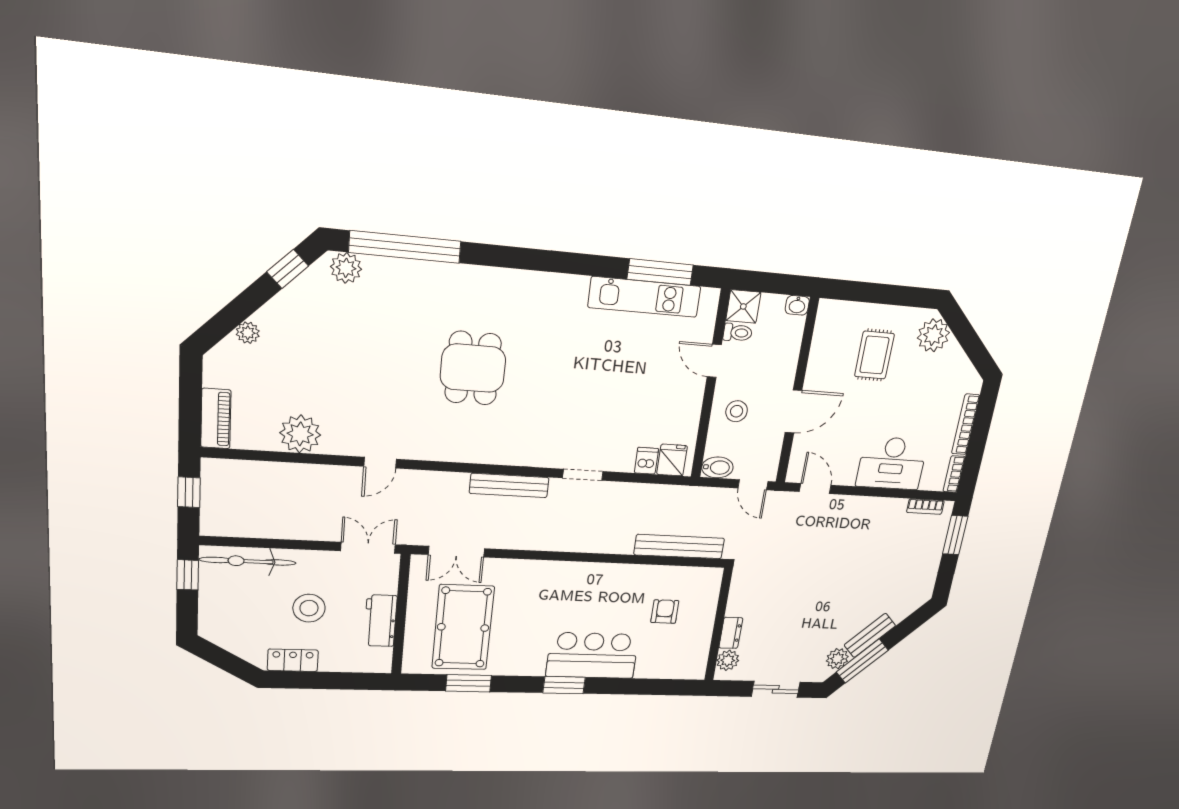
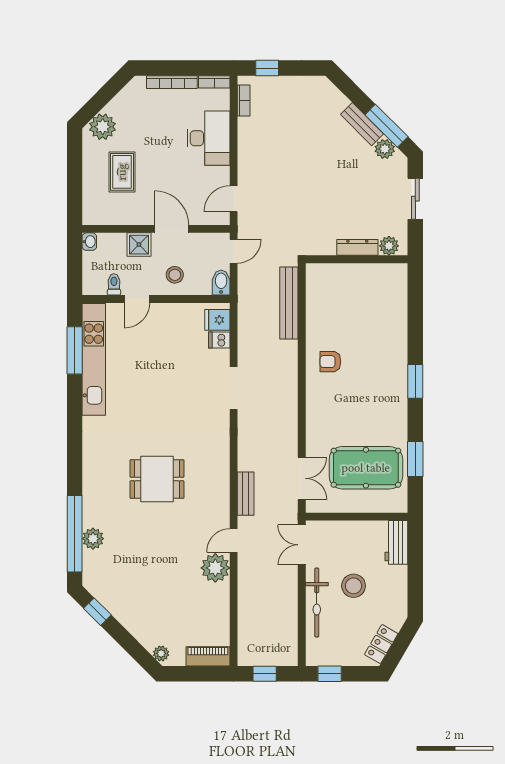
plant: (346, 268) -> (93, 539), moved
kitchen unit: (644, 297) -> (94, 359), width x1.36
shower: (743, 306) -> (139, 245), moved
plant: (248, 333) -> (161, 653), moved
rug: (874, 355) -> (122, 172), turned 90
plant: (300, 434) -> (215, 568), moved
door: (380, 463) -> (234, 540), swing flipped
doorway: (583, 475) -> (234, 388), width x1.38
bench: (509, 485) -> (246, 494), moved, width x0.73
window: (955, 535) -> (267, 68), width x0.67
bicycle: (248, 561) -> (317, 603), moved
armchair: (665, 612) -> (330, 362), moved
workbench: (380, 621) -> (396, 542), moved, turned 90
dresser: (731, 633) -> (357, 247), width x1.44
bar counter: (592, 655) -> (388, 361), removed
locker: (293, 660) -> (381, 644), moved, turned 30

